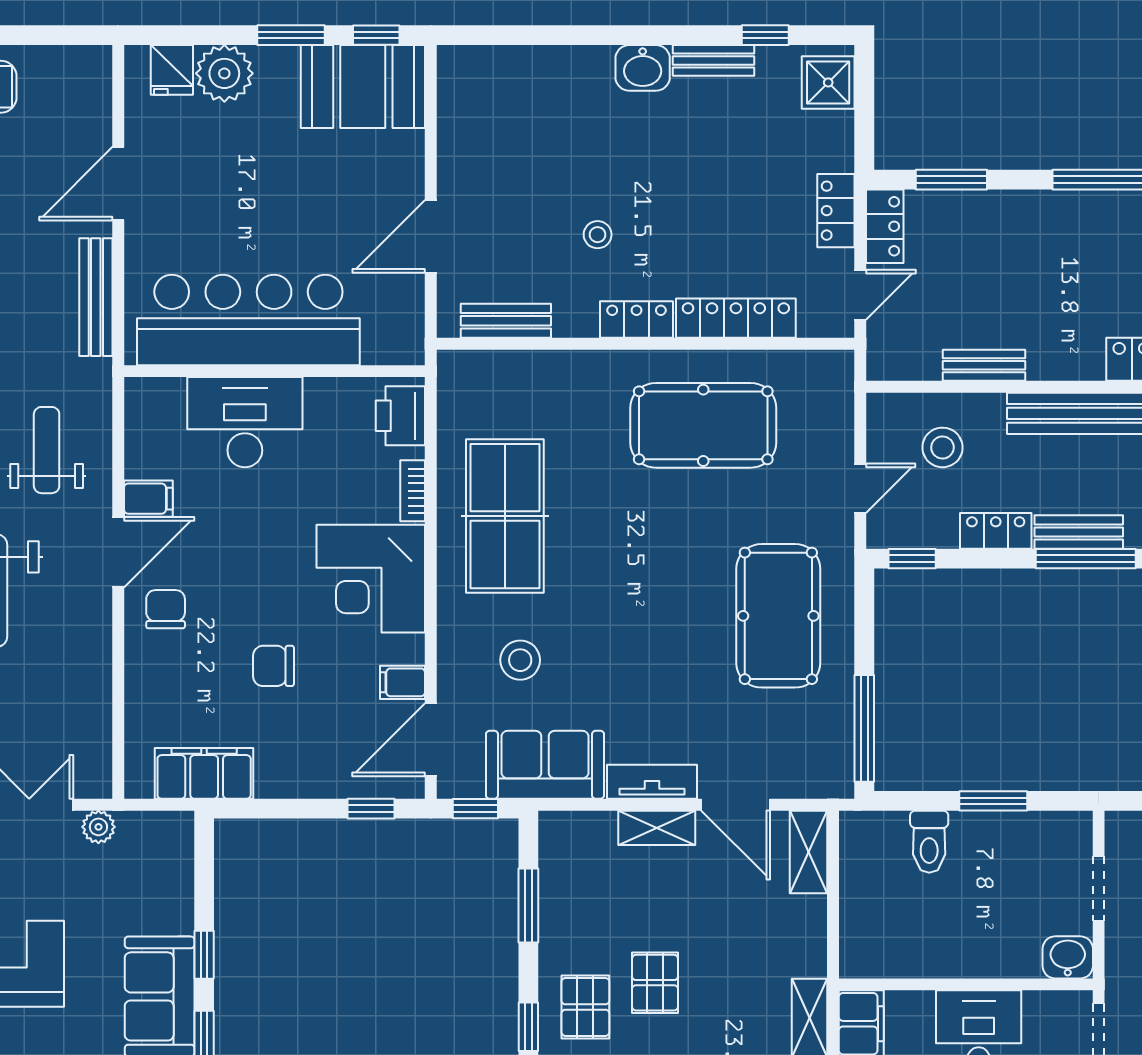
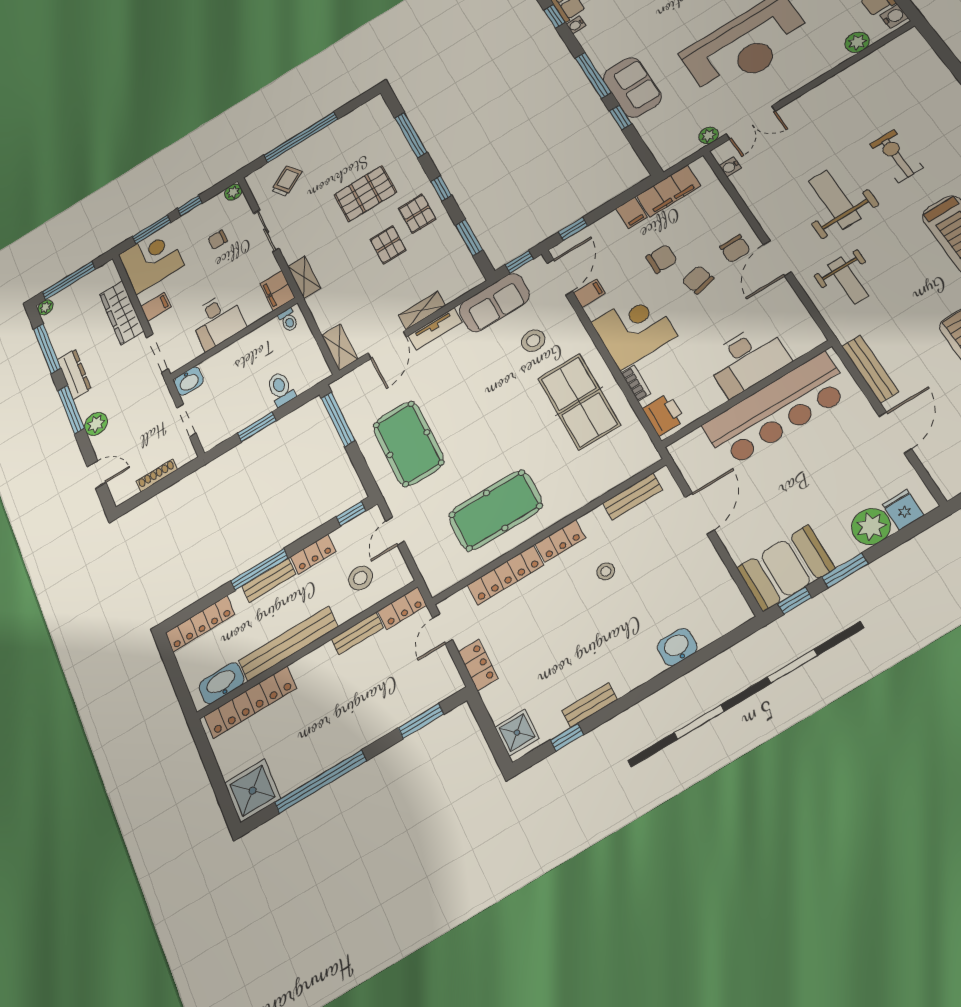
washbasin: (643, 68) -> (677, 647), moved
locker: (885, 226) -> (402, 608), moved, turned -90
filing cabinet: (148, 499) -> (632, 213), moved, turned -90
chair: (242, 595) -> (698, 280), added
water cooler: (98, 750) -> (730, 167), added
door: (736, 805) -> (387, 345), swing flipped
toilet: (867, 957) -> (288, 320), added

